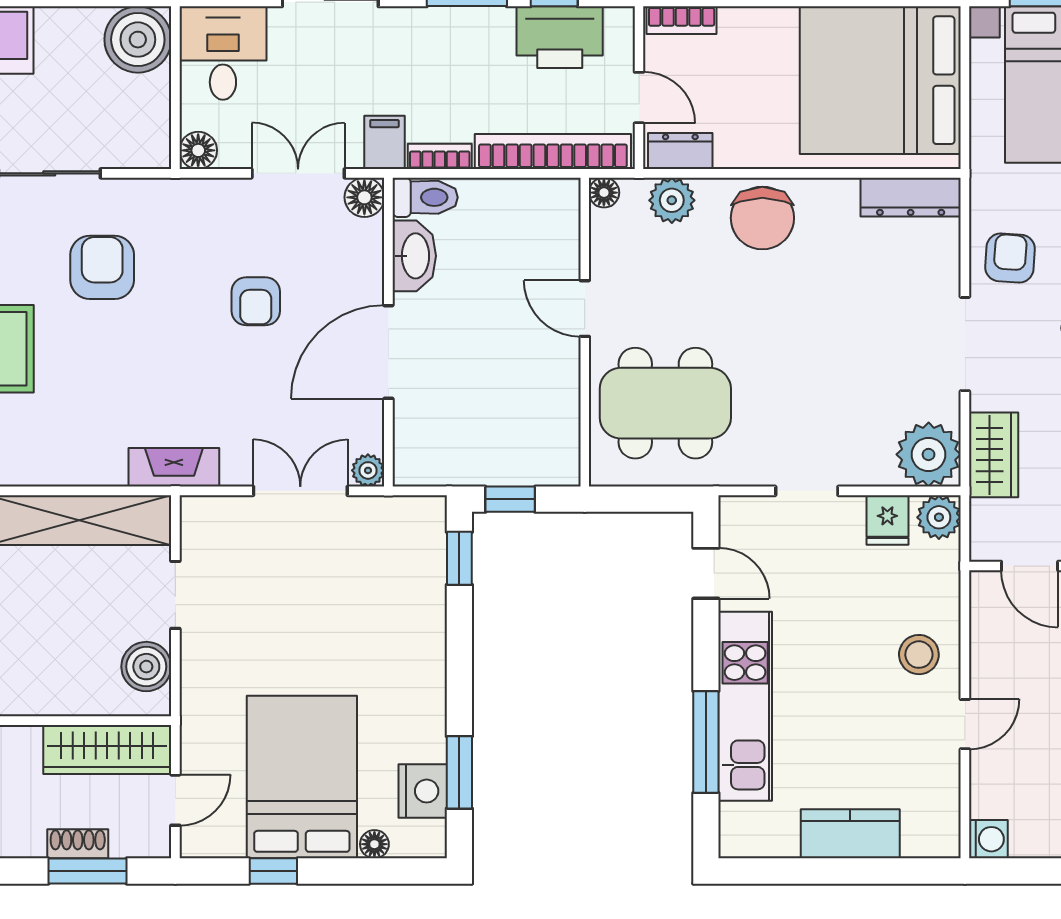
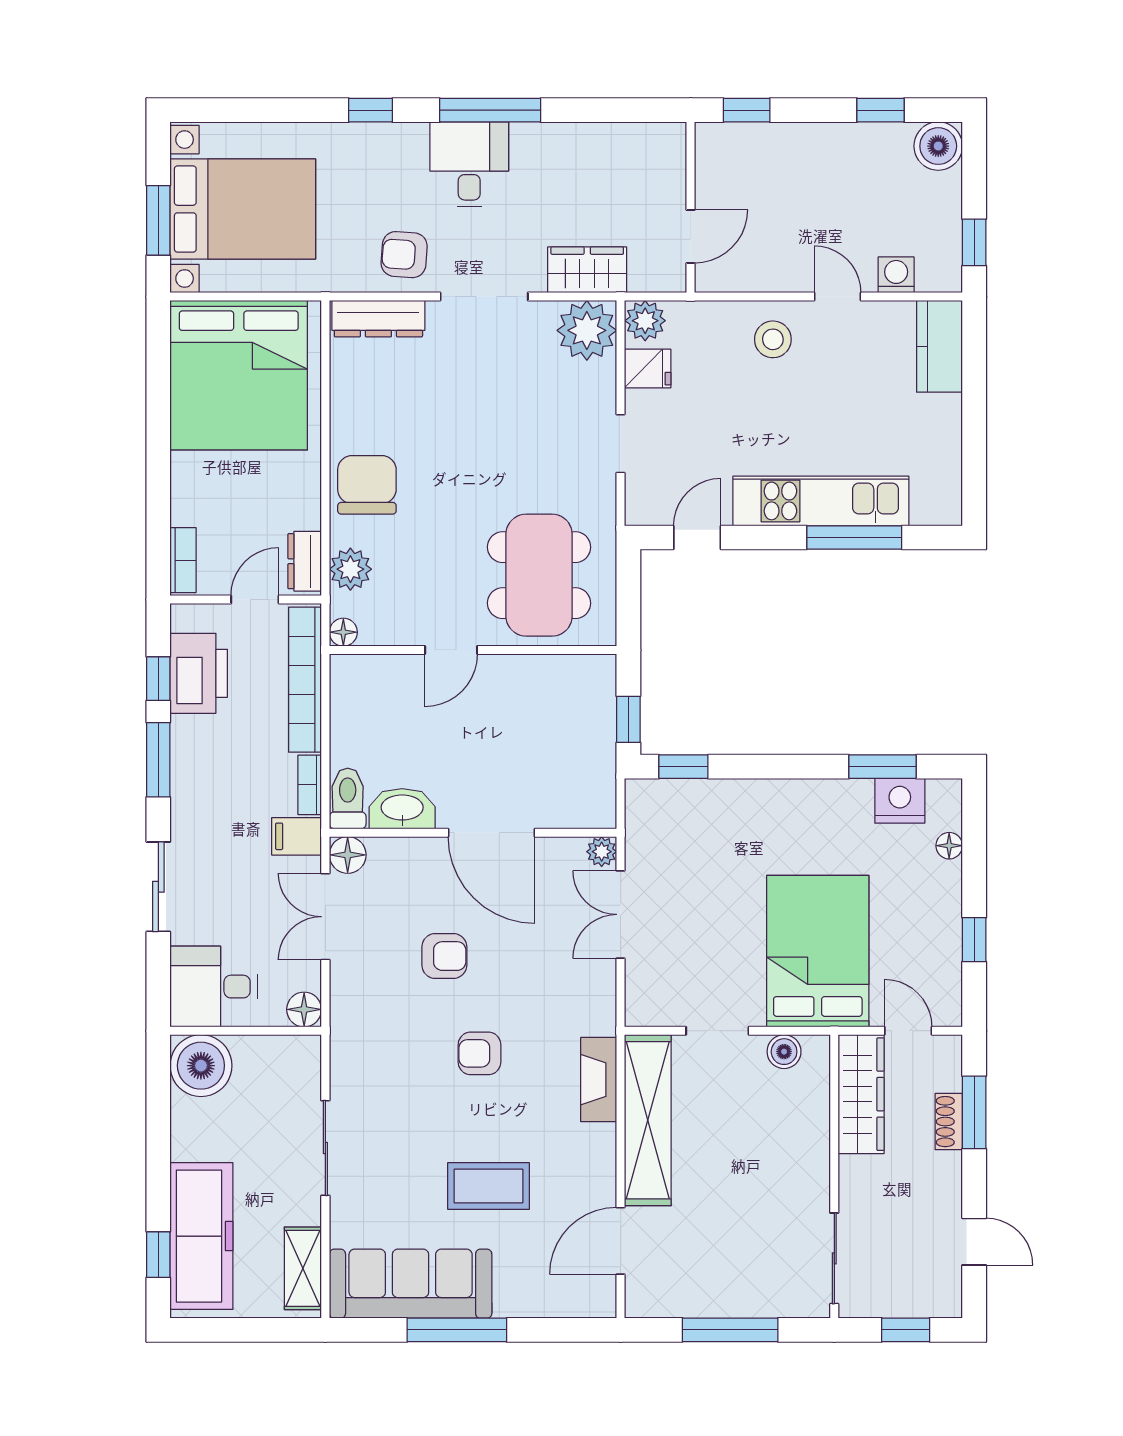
dresser: (911, 197) -> (378, 319), moved, turned 90
chair: (762, 218) -> (367, 485), turned -90
armchair: (102, 267) -> (479, 1053), moved, width x0.72, depth x0.72
fireplace: (174, 467) -> (599, 1080), moved
boiler: (146, 667) -> (784, 1052), width x0.73, depth x0.73
bed: (302, 777) -> (818, 951), moved, turned 90
kitchen counter: (850, 834) -> (940, 346), moved
washing machine: (988, 839) -> (896, 275), moved
window: (1023, 871) -> (974, 242), added

